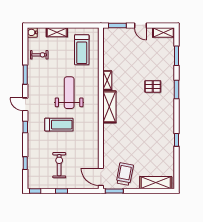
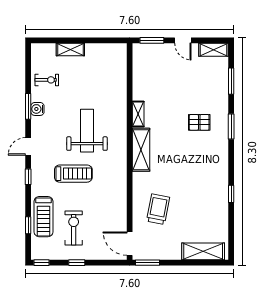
water cooler: (32, 32) -> (37, 109), moved
treadmill: (82, 50) -> (44, 217), moved
door: (25, 104) -> (28, 146), hinge flipped
trolley: (125, 174) -> (158, 209), moved

